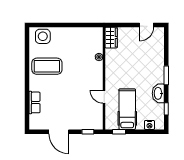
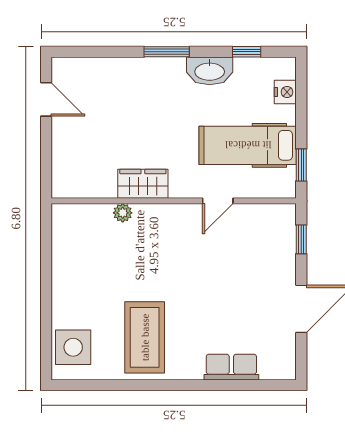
wardrobe: (111, 38) -> (143, 184), moved

